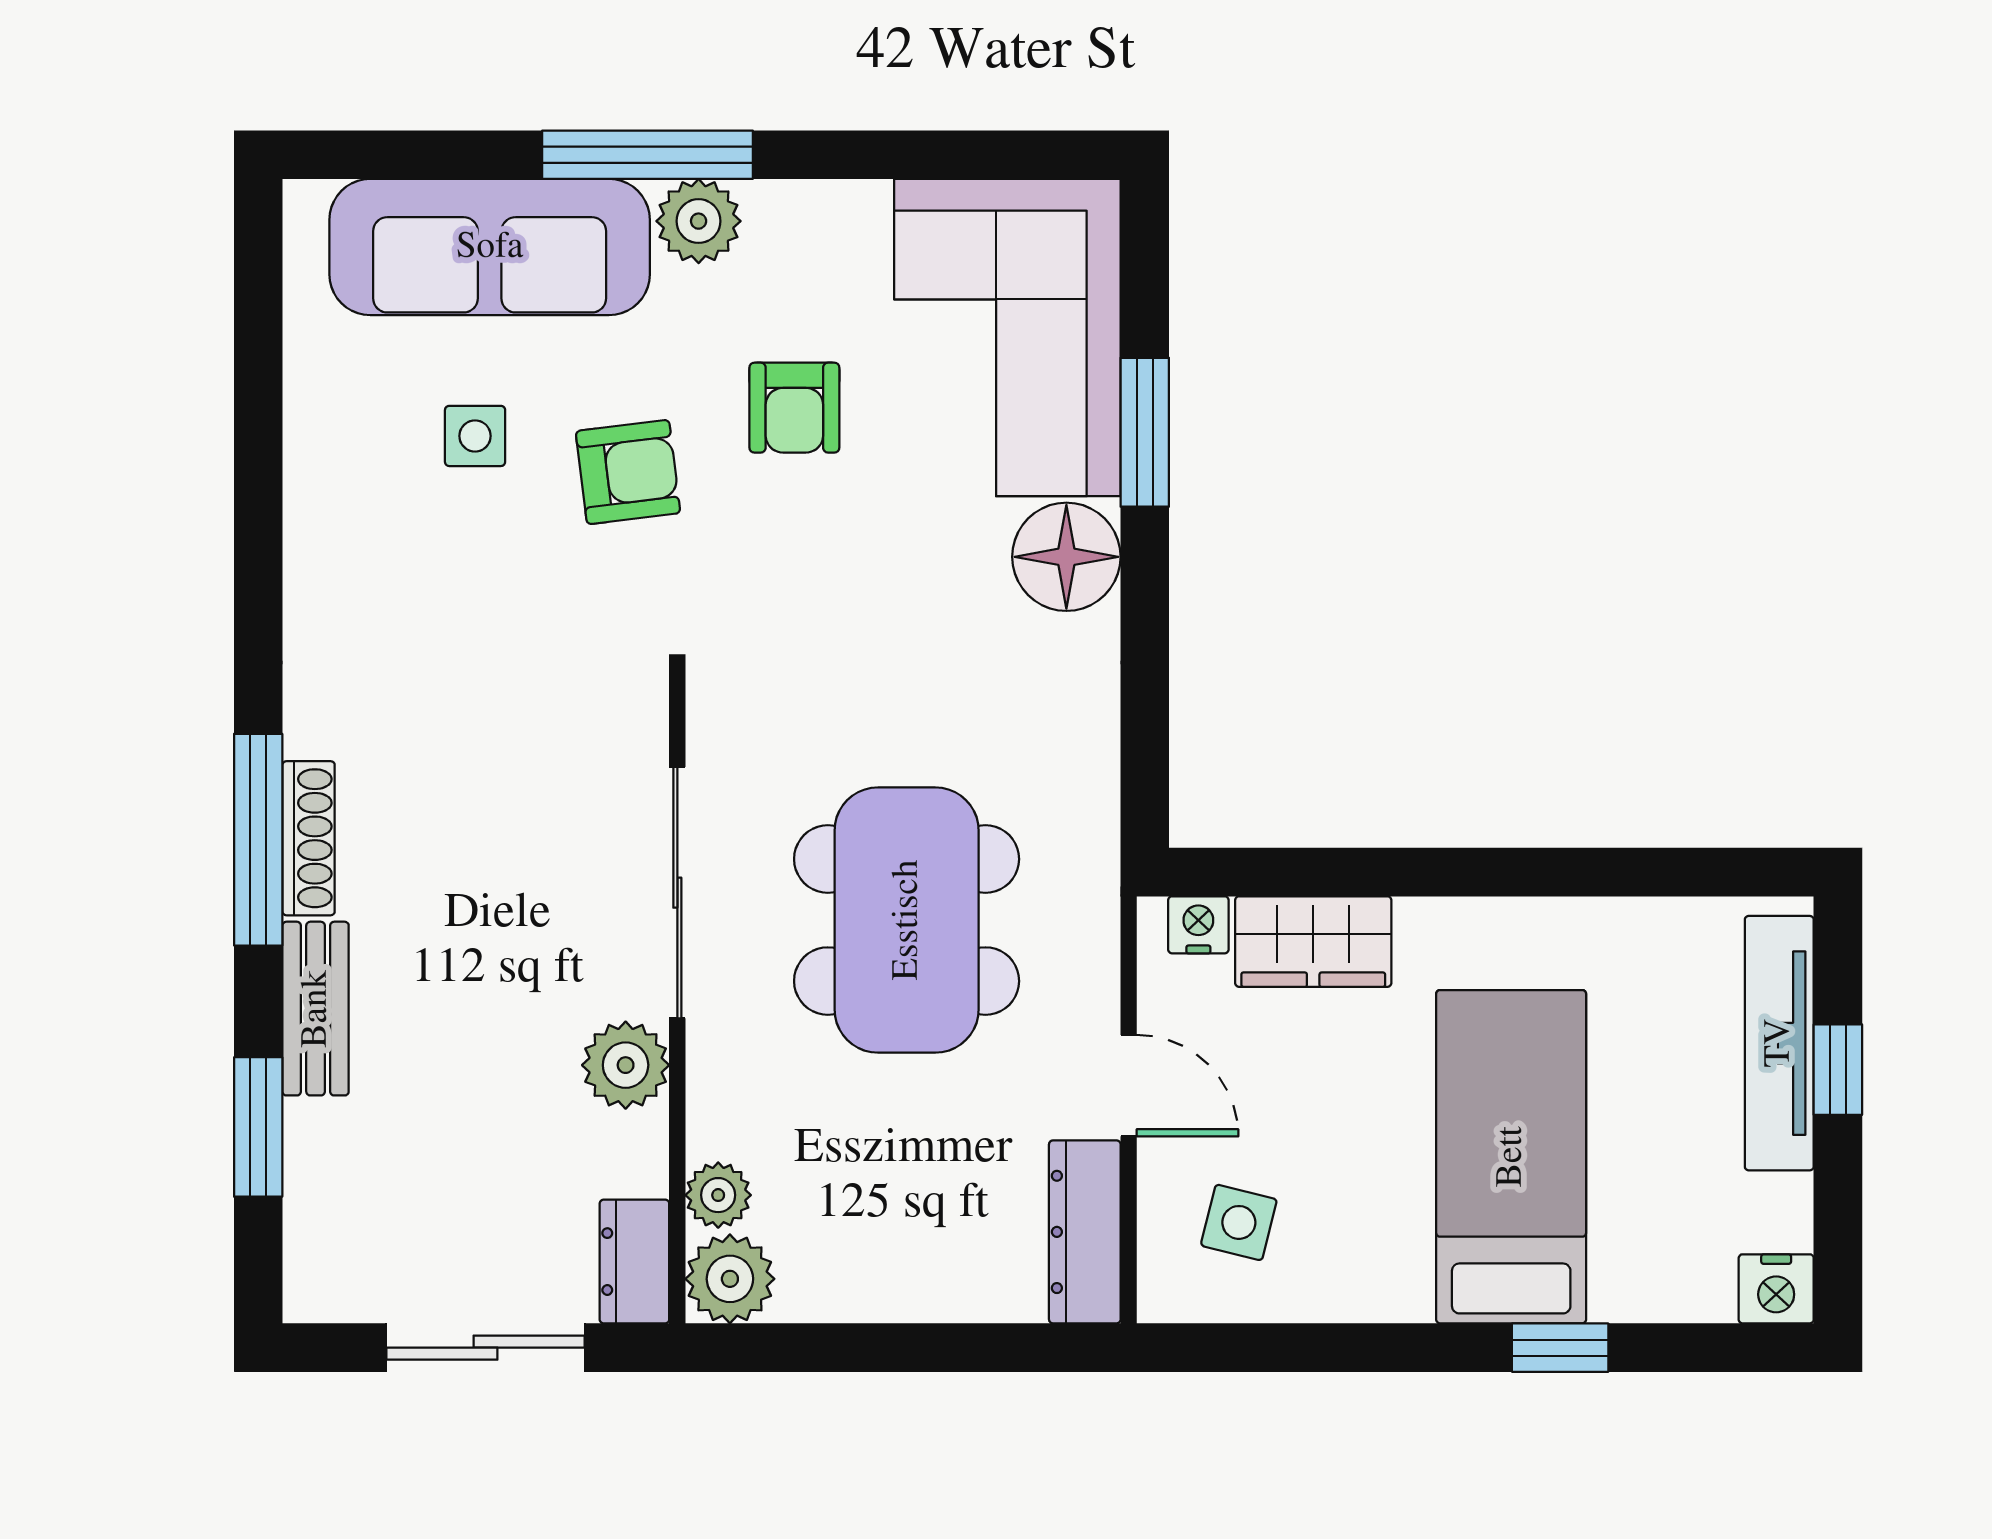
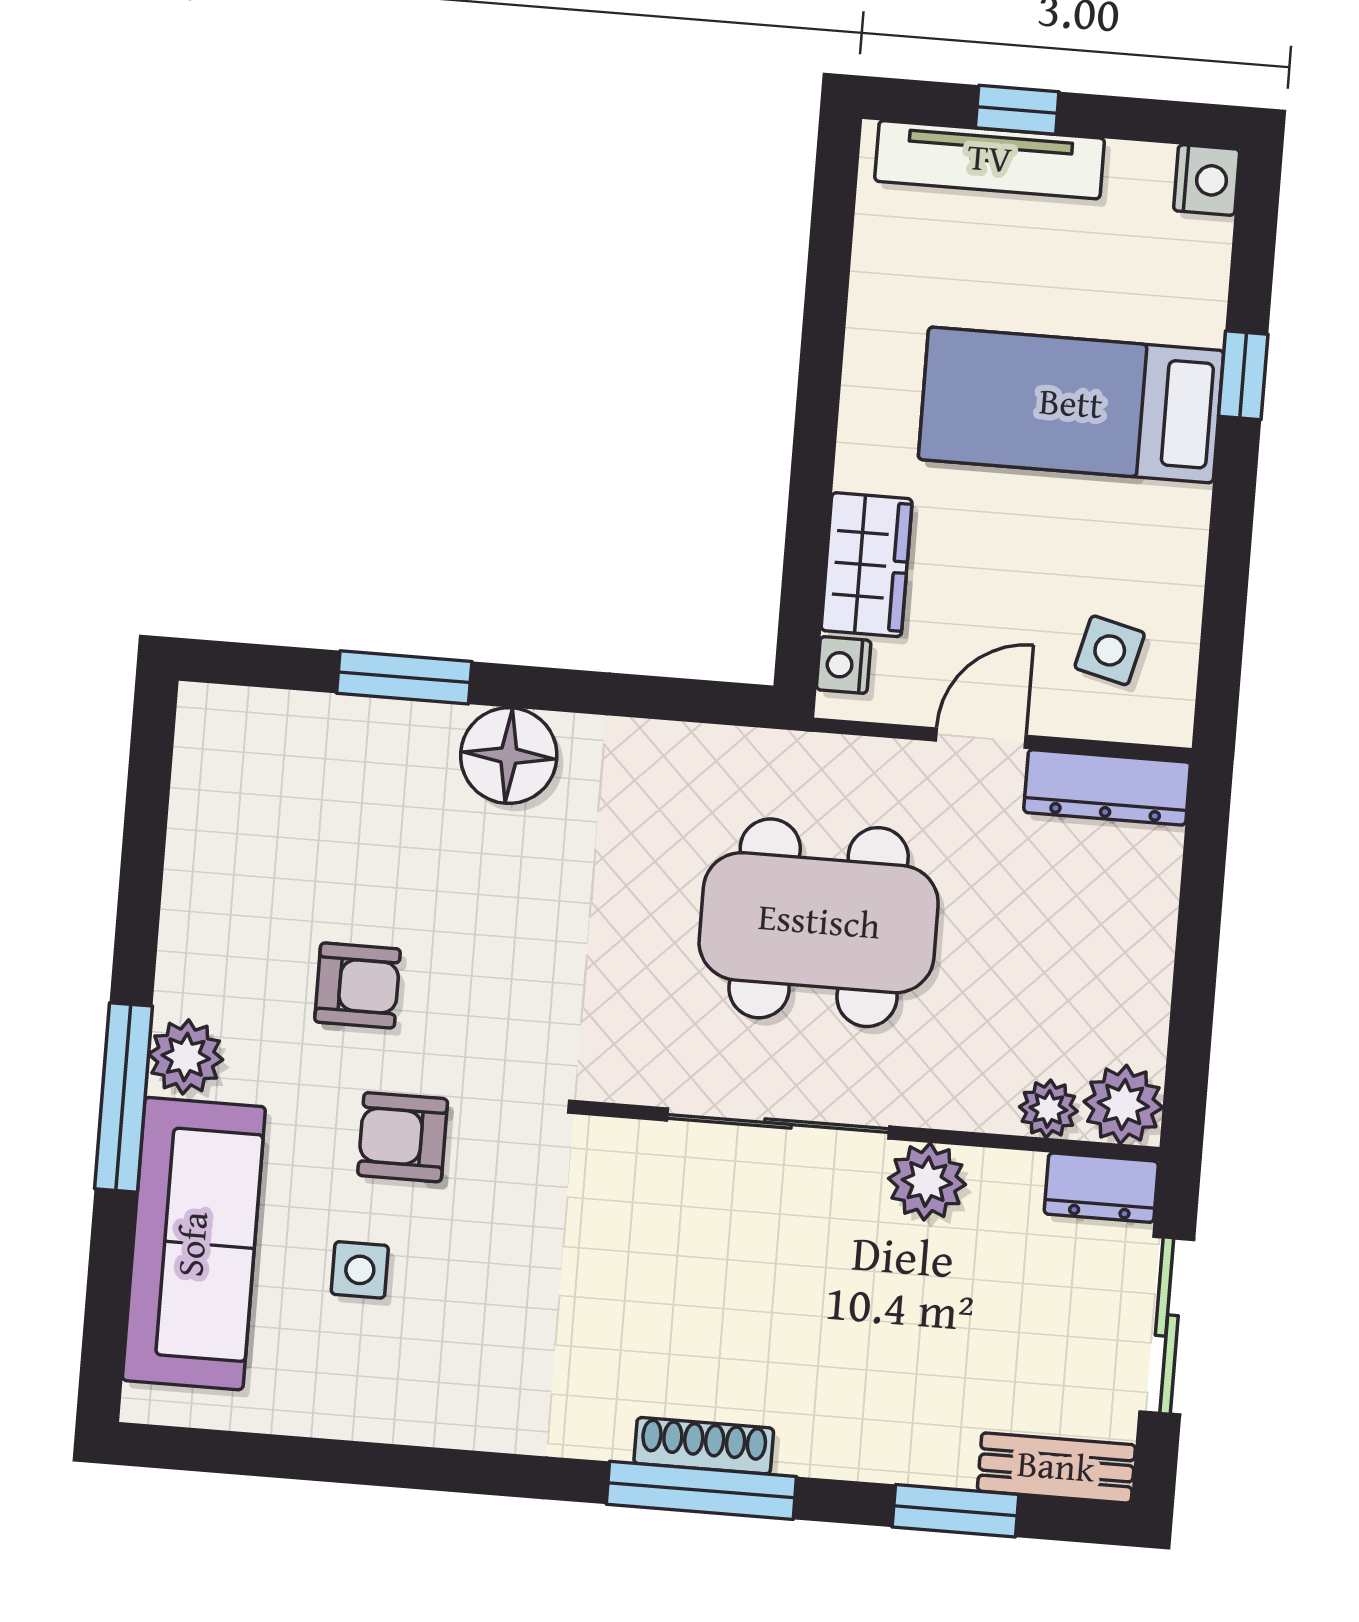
corner sofa: (1007, 338) -> (311, 792), removed
armchair: (628, 472) -> (403, 1137), turned -83
bench: (316, 1009) -> (1056, 1468), moved

